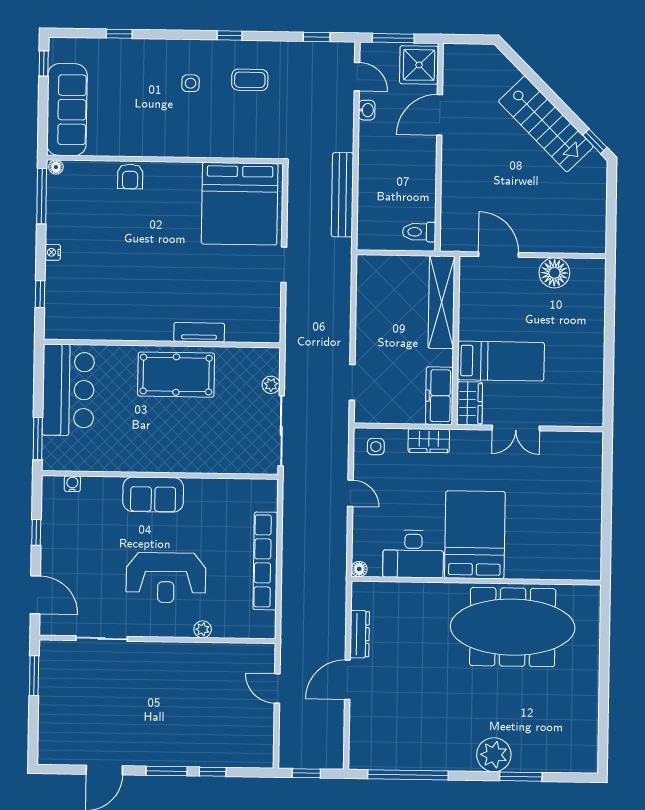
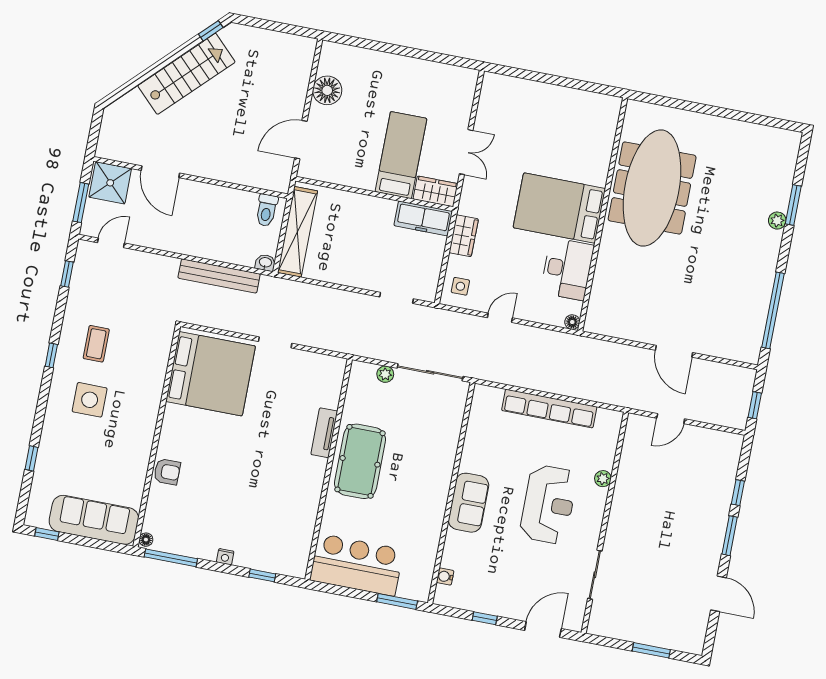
side table: (191, 83) -> (90, 400), width x1.87, depth x1.87
washbasin: (367, 110) -> (265, 263), moved
shelving: (442, 302) -> (297, 232), moved, turned 90
dresser: (360, 634) -> (633, 332), removed
window: (34, 676) -> (651, 650), moved
plant: (494, 755) -> (777, 221), width x0.53, depth x0.53

